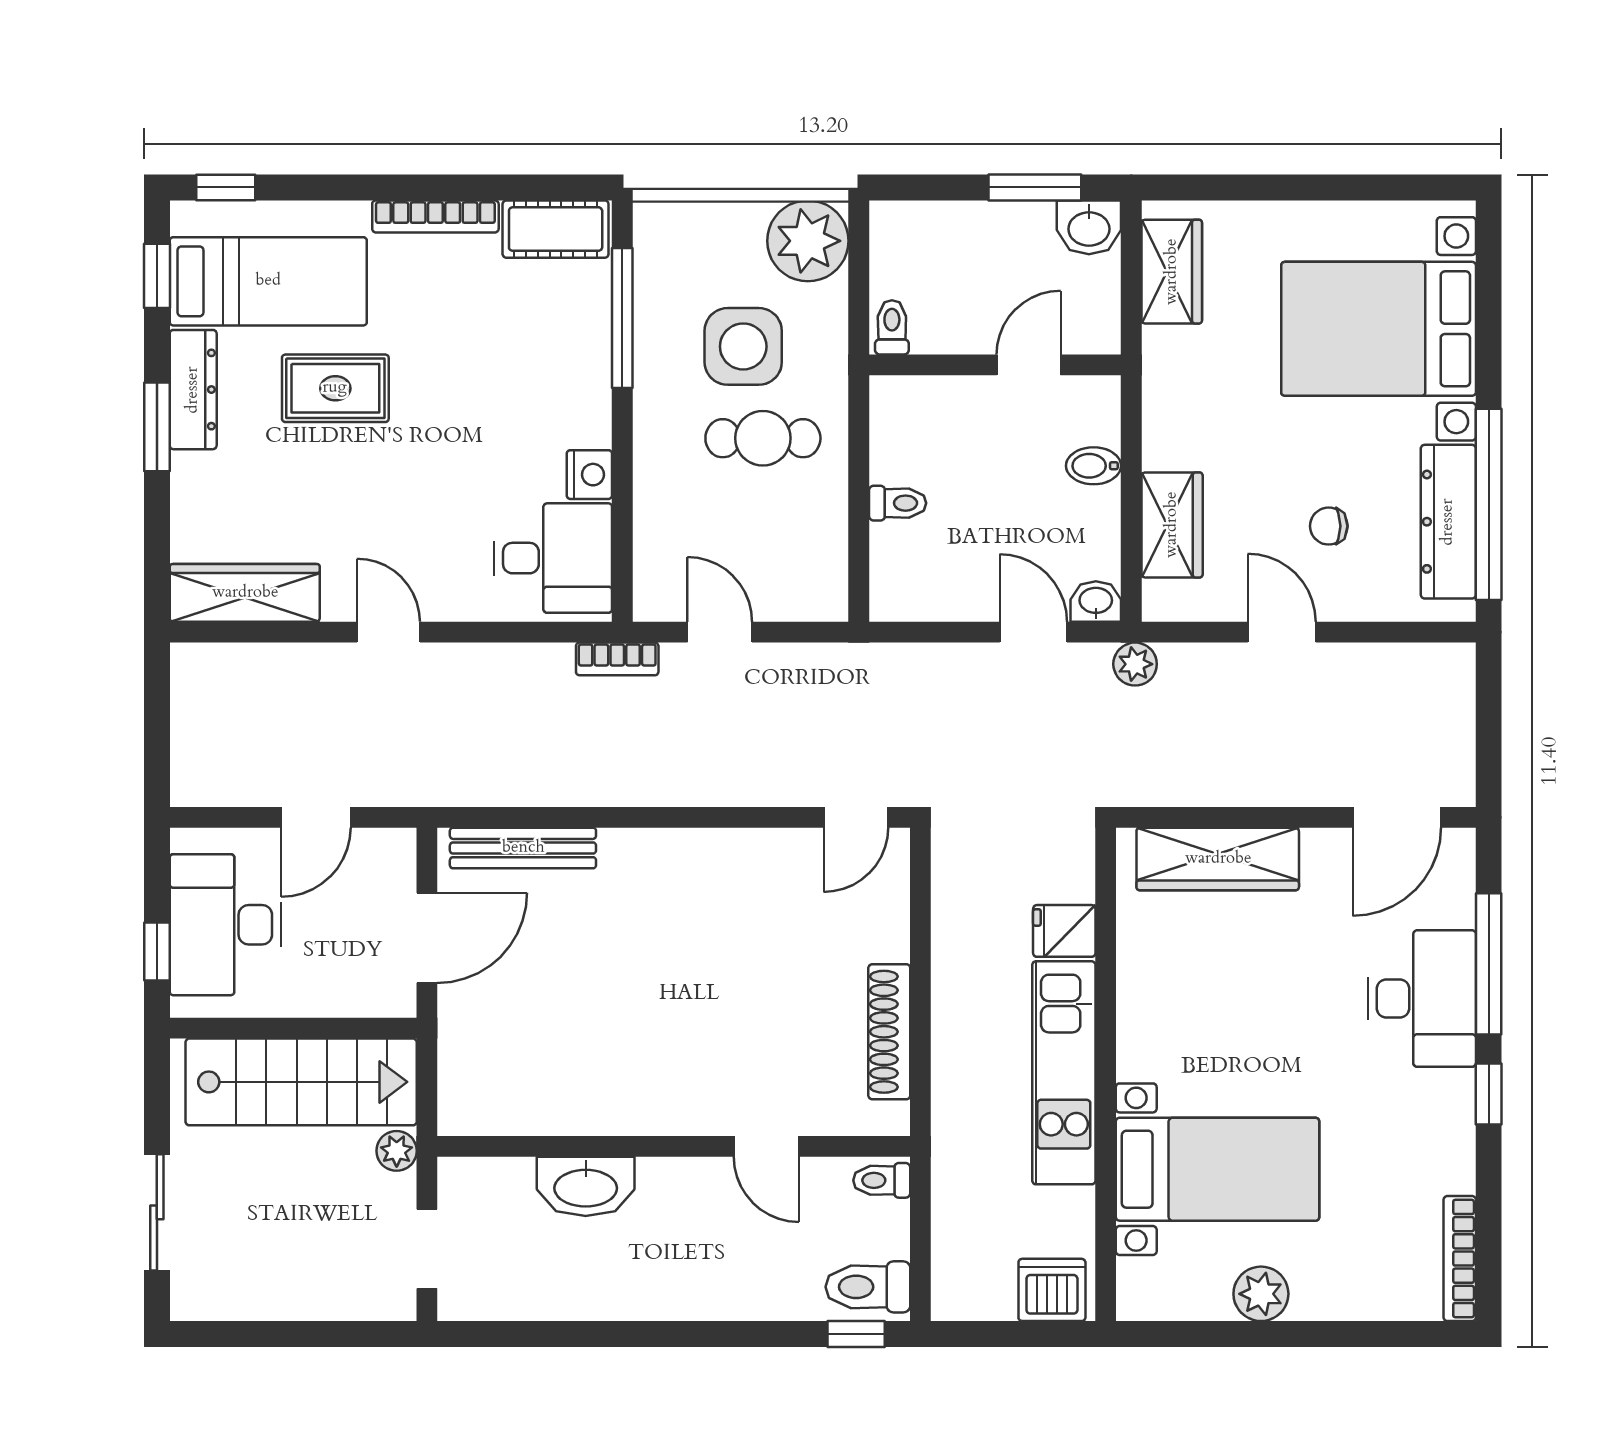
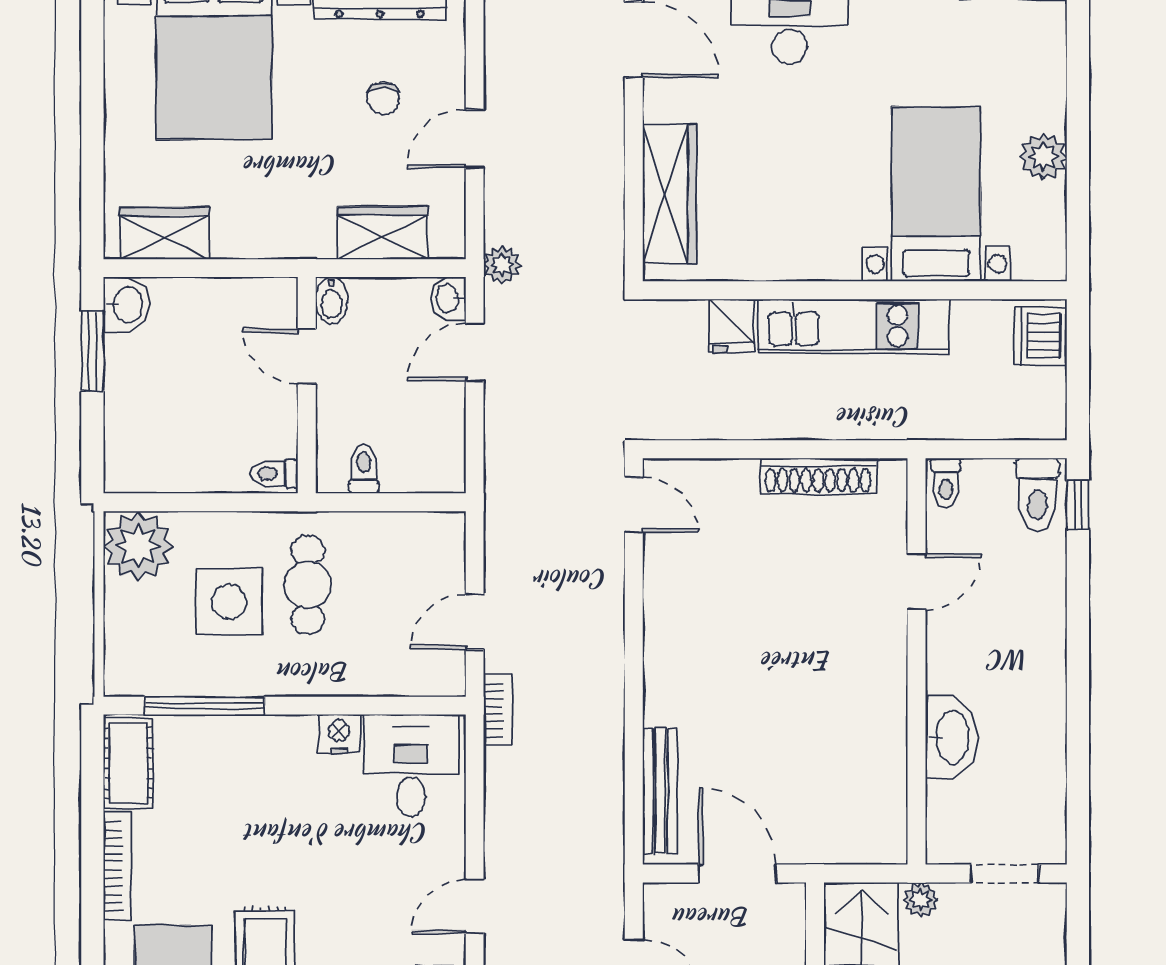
toilet: (892, 327) -> (274, 474), moved
wall: (995, 365) -> (307, 385), moved
door: (1029, 365) -> (307, 356), moved

